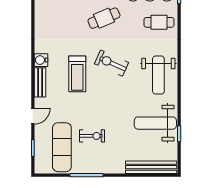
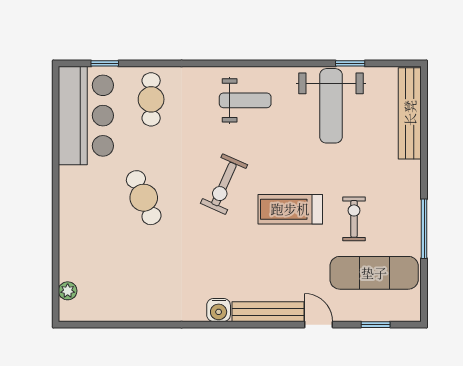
treadmill: (77, 74) -> (290, 209), moved, turned 180
weight bench: (158, 75) -> (245, 100), width x0.73, depth x0.75
bench: (40, 82) -> (268, 312), width x1.36

